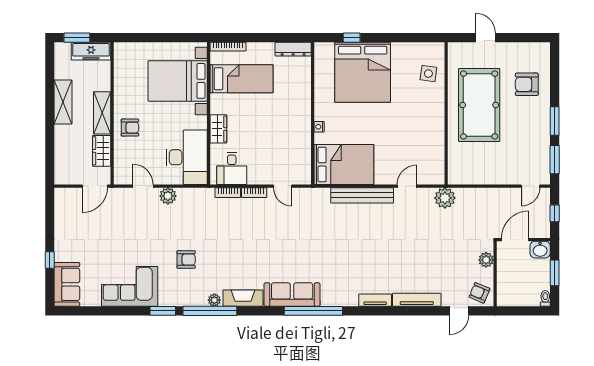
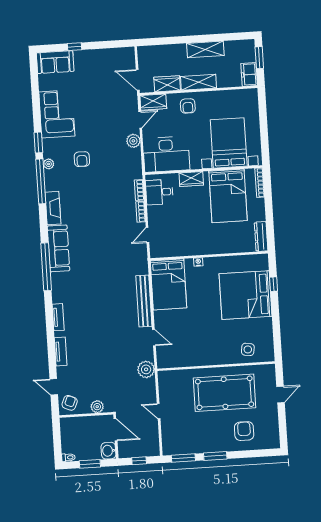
freezer: (91, 51) -> (249, 74), width x0.71
bed: (242, 79) -> (228, 196), width x1.50
wardrobe: (123, 169) -> (153, 102), added
door: (531, 186) -> (159, 411), moved
plant: (214, 300) -> (49, 164), moved
tv unit: (417, 300) -> (61, 352), width x0.71

